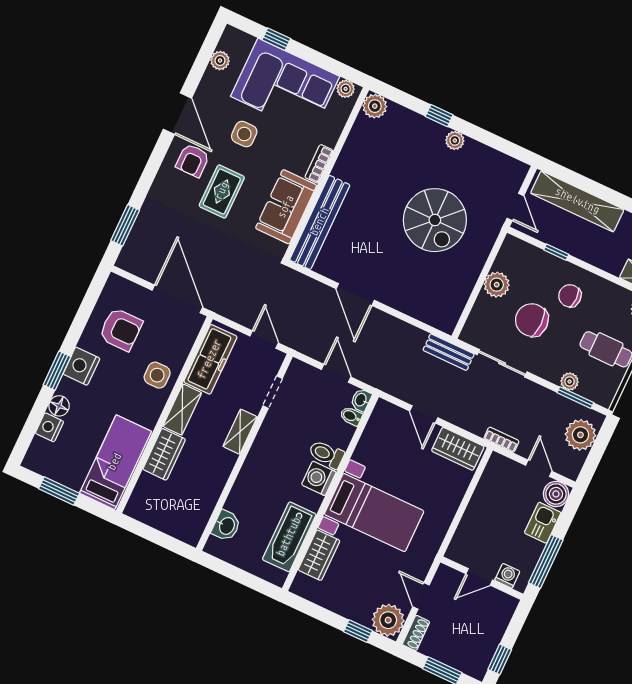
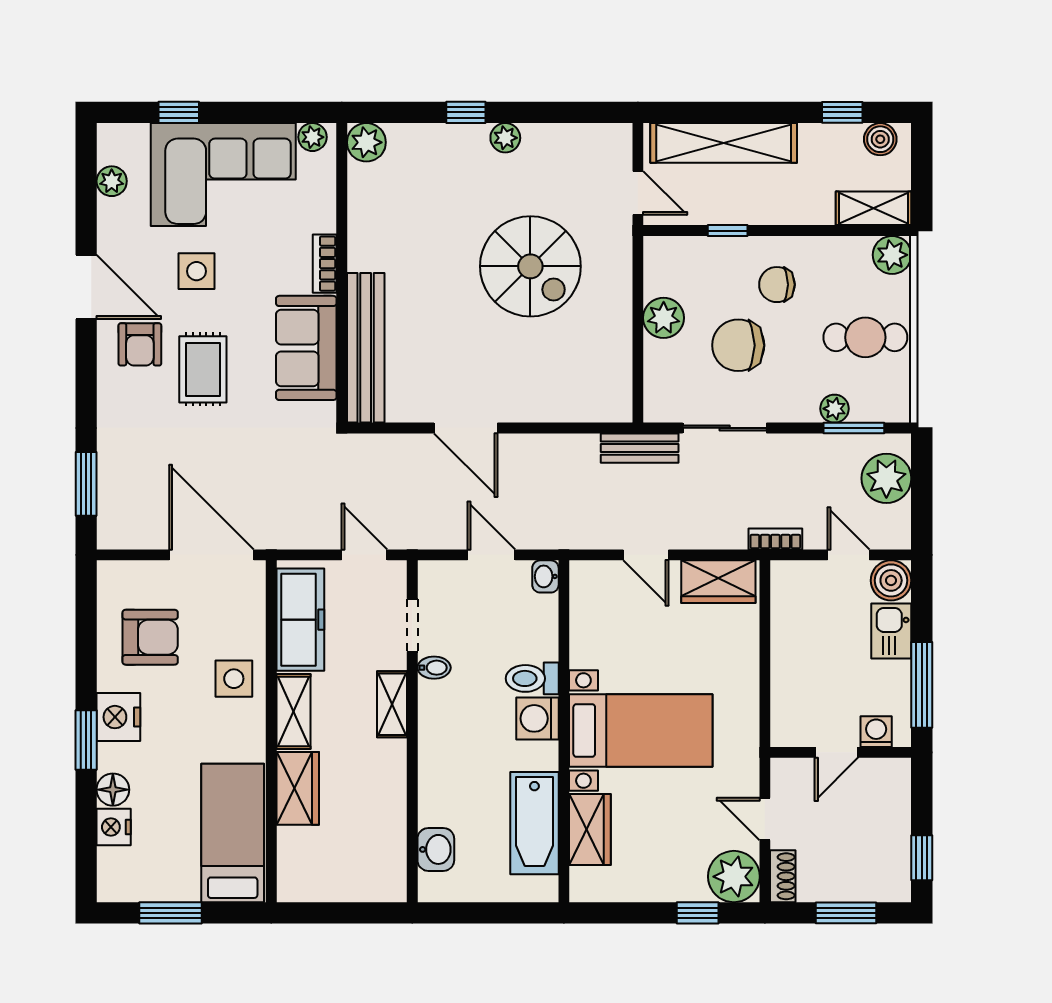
bidet: (351, 416) -> (434, 668), moved, turned 180

